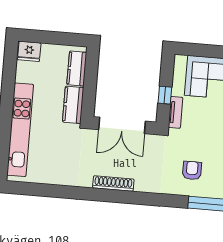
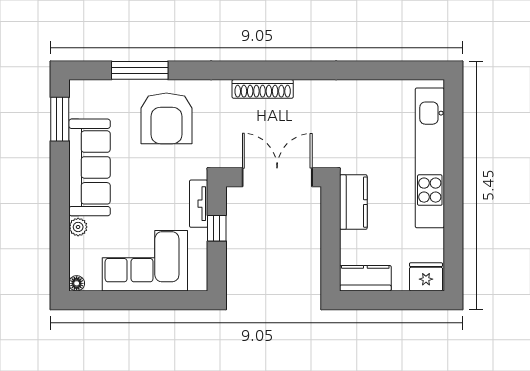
kitchen counter: (77, 69) -> (365, 278), moved, turned -90
armchair: (192, 170) -> (166, 118), width x1.88, depth x1.88
shoe rack: (113, 184) -> (263, 89), moved

